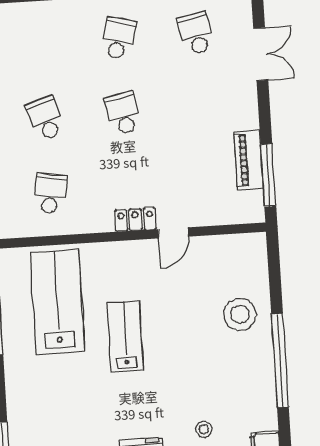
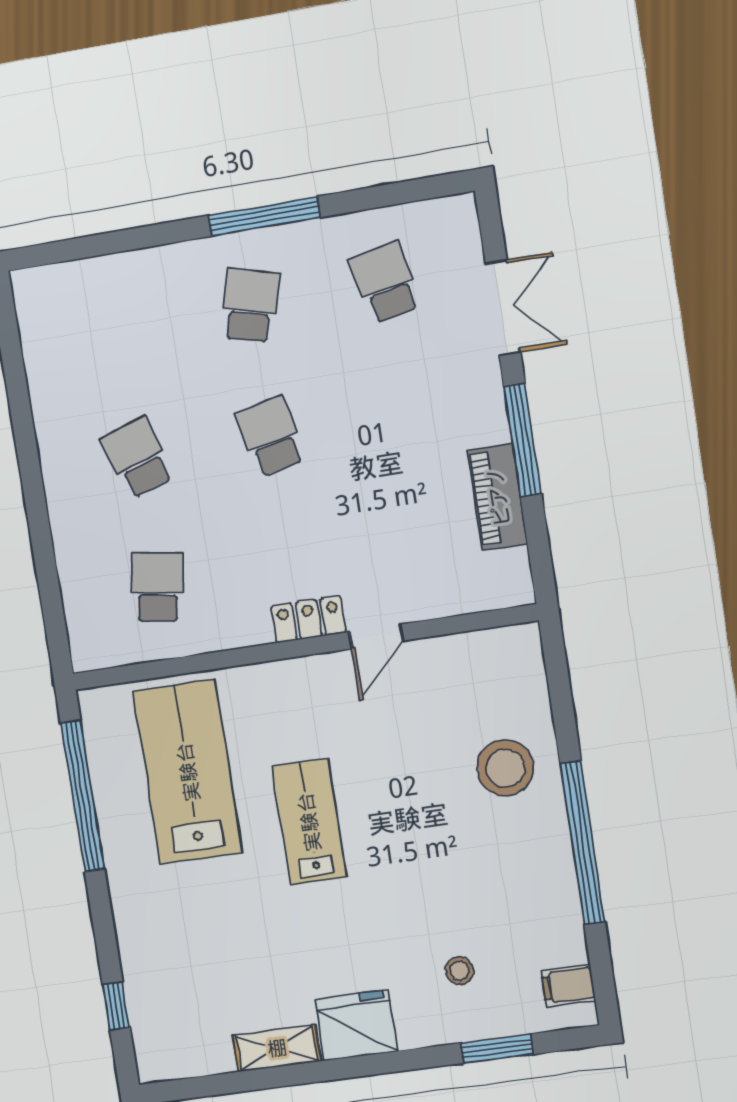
window: (268, 175) -> (523, 440), moved

